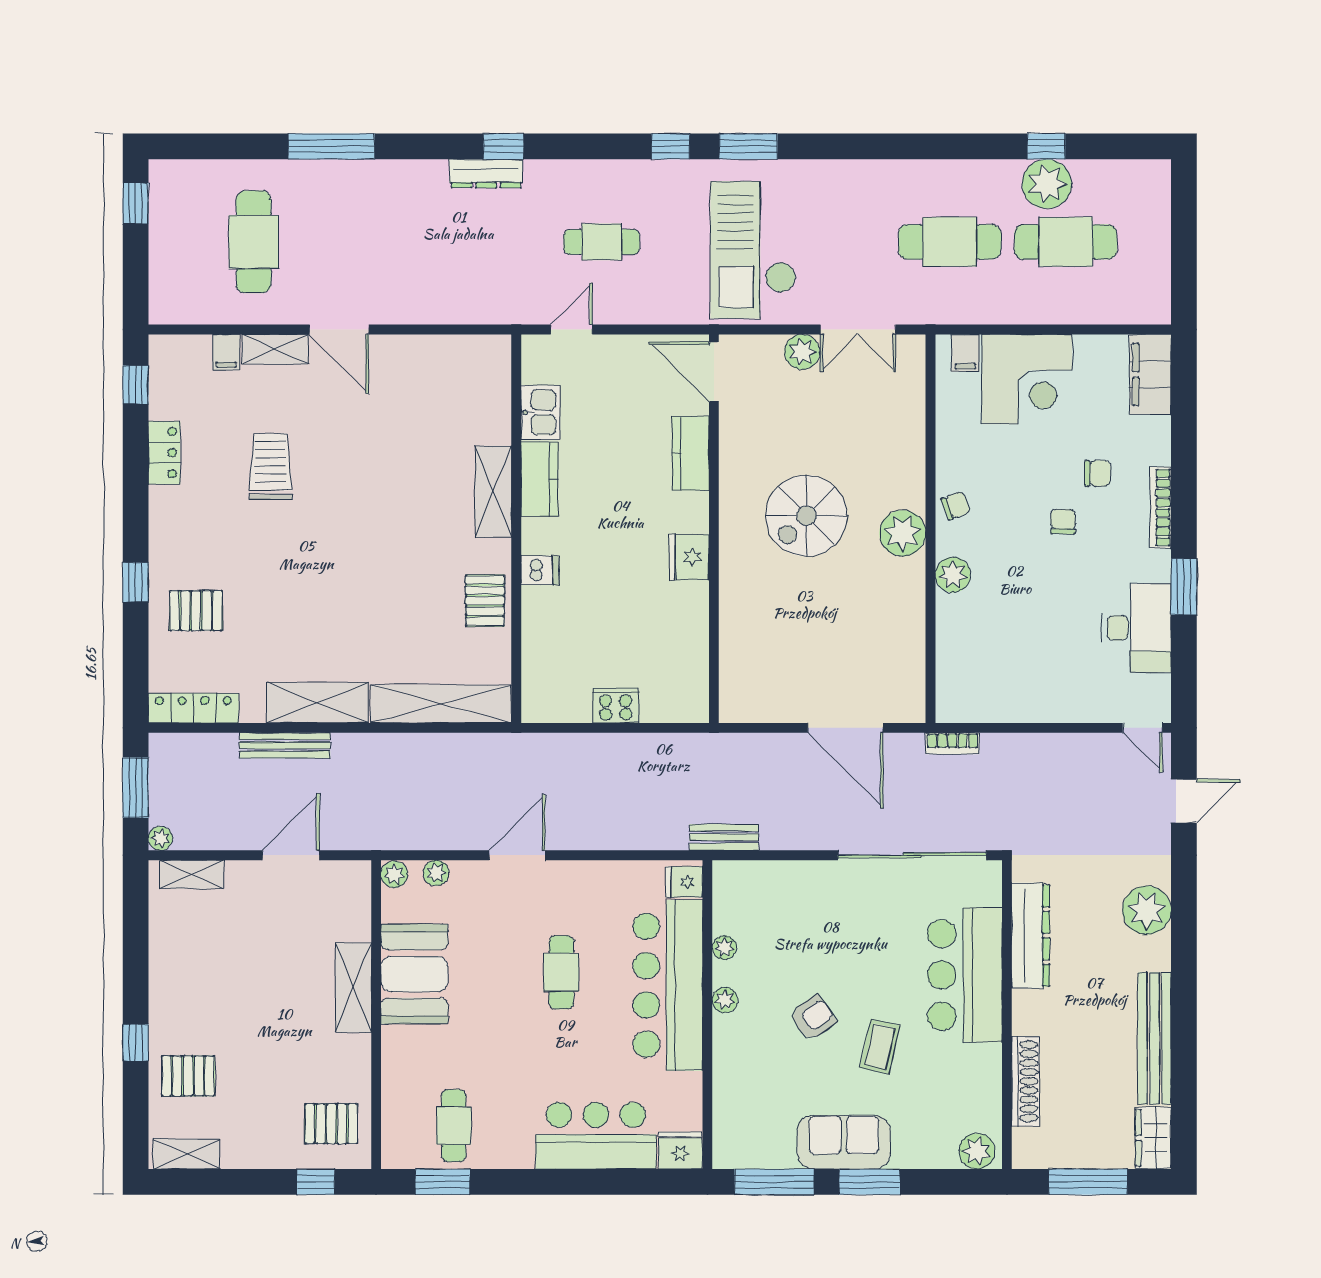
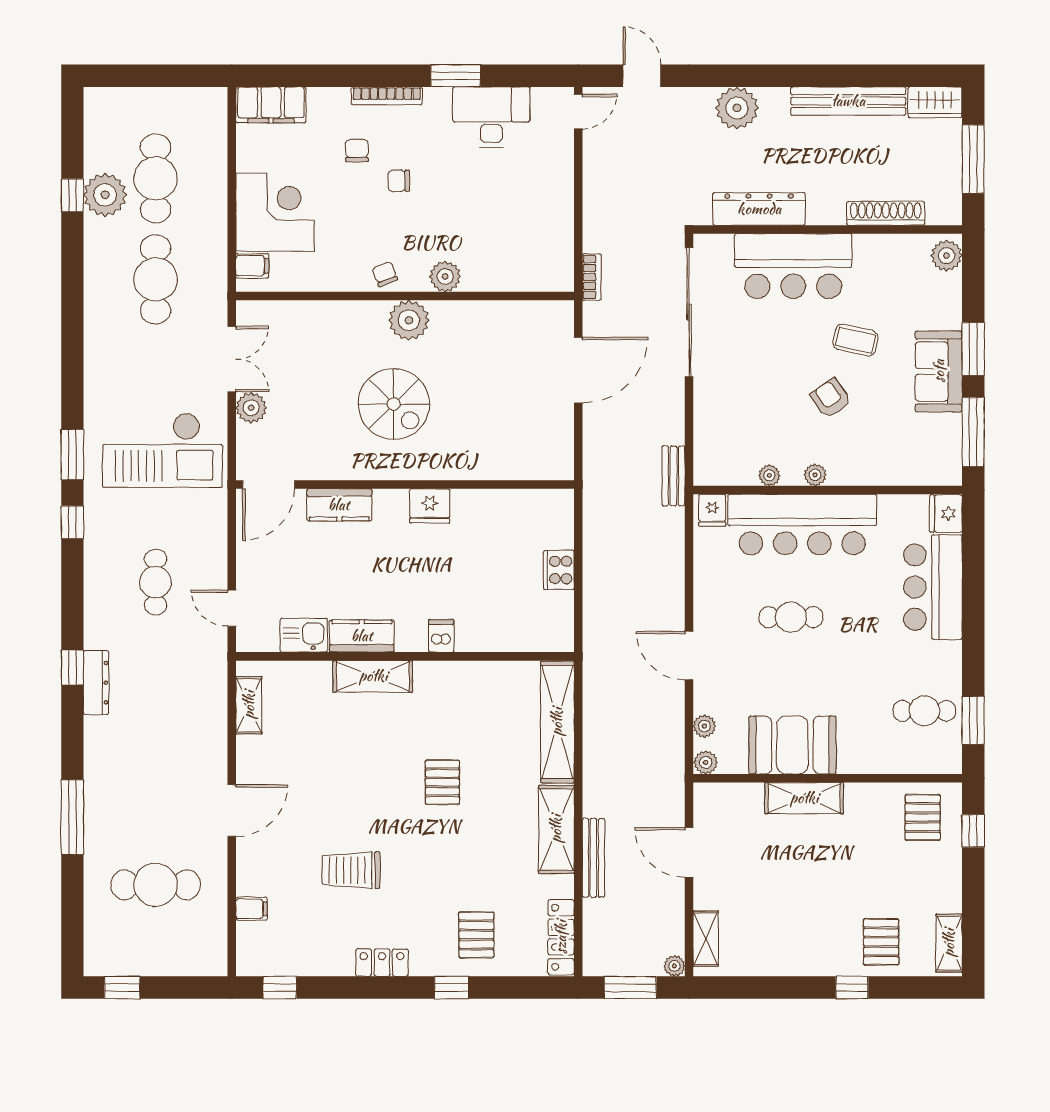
shelving: (275, 349) -> (249, 705), moved
locker: (164, 453) -> (382, 963), moved
pallet: (485, 601) -> (442, 782), moved, turned 90

